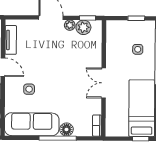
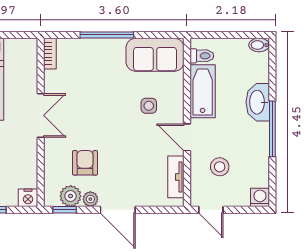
nightstand: (113, 26) -> (28, 198), added
armchair: (73, 50) -> (85, 163), added
sofa: (32, 124) -> (155, 55), width x0.73
floor lamp: (66, 129) -> (94, 48), removed

